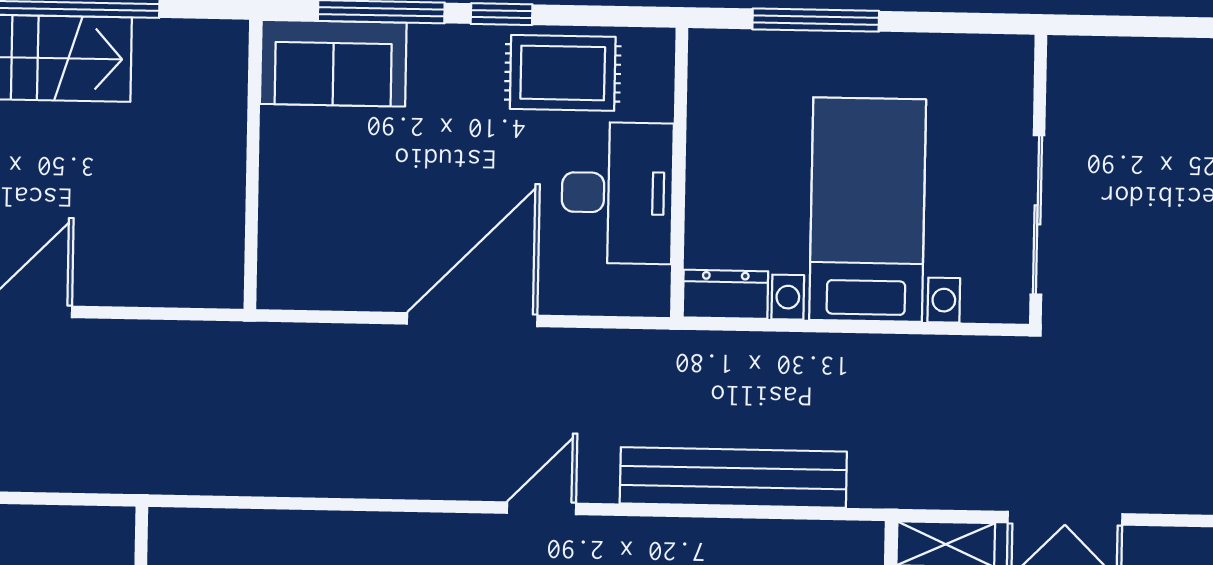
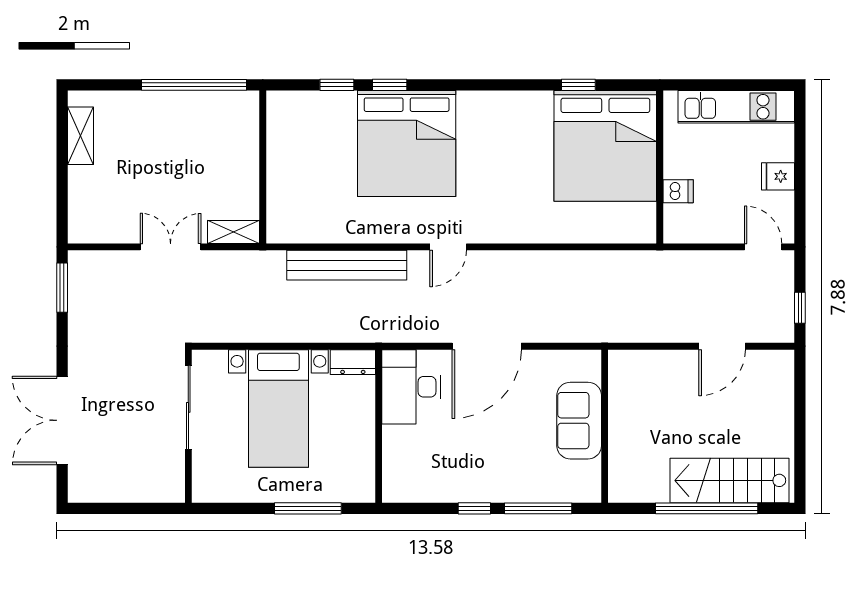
sofa: (333, 63) -> (579, 421), moved, turned -90
rug: (563, 73) -> (441, 478), removed
desk: (617, 193) -> (411, 387), moved

